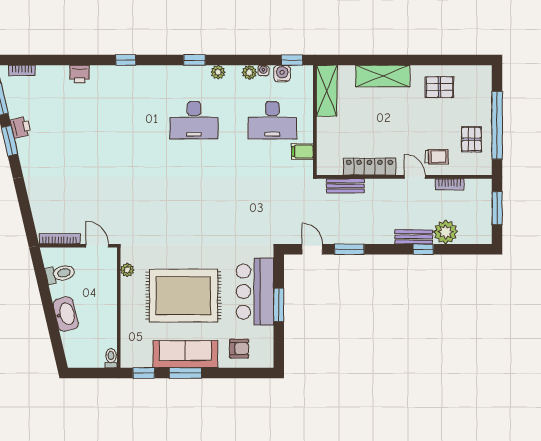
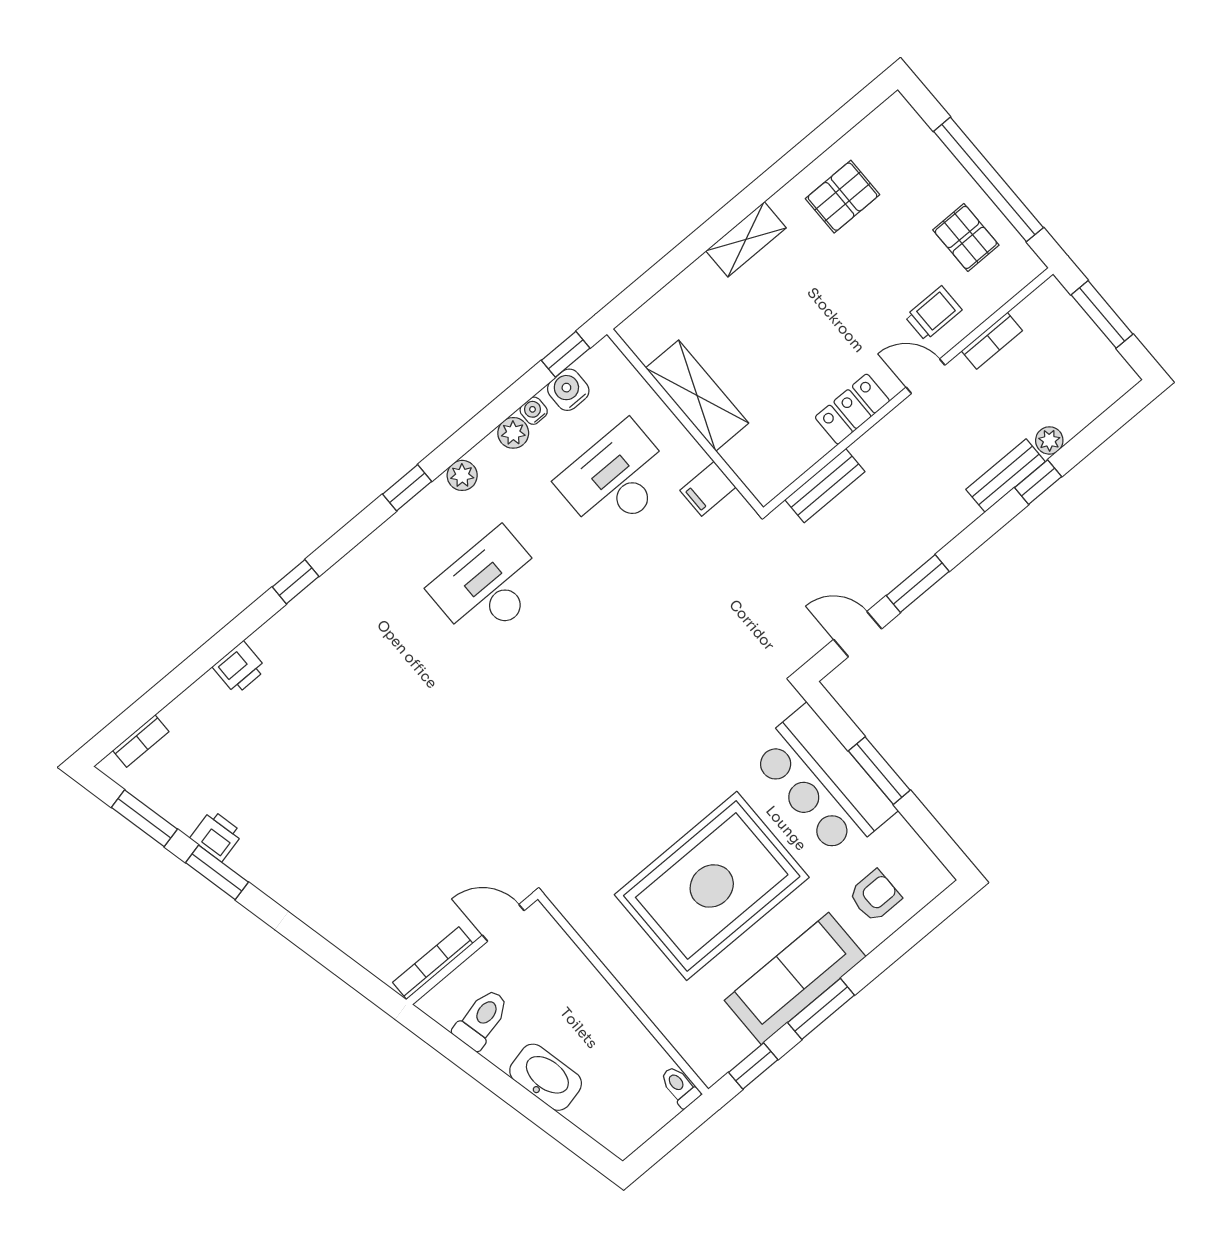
shelving: (383, 76) -> (746, 239), width x0.67, depth x0.75
shelving: (327, 91) -> (697, 396), moved
desk: (194, 120) -> (489, 586), turned 180
desk: (272, 120) -> (616, 479), turned 180
locker: (370, 167) -> (852, 409), width x0.66
plant: (446, 232) -> (1049, 440), width x0.53, depth x0.53
plant: (127, 270) -> (585, 921), removed

